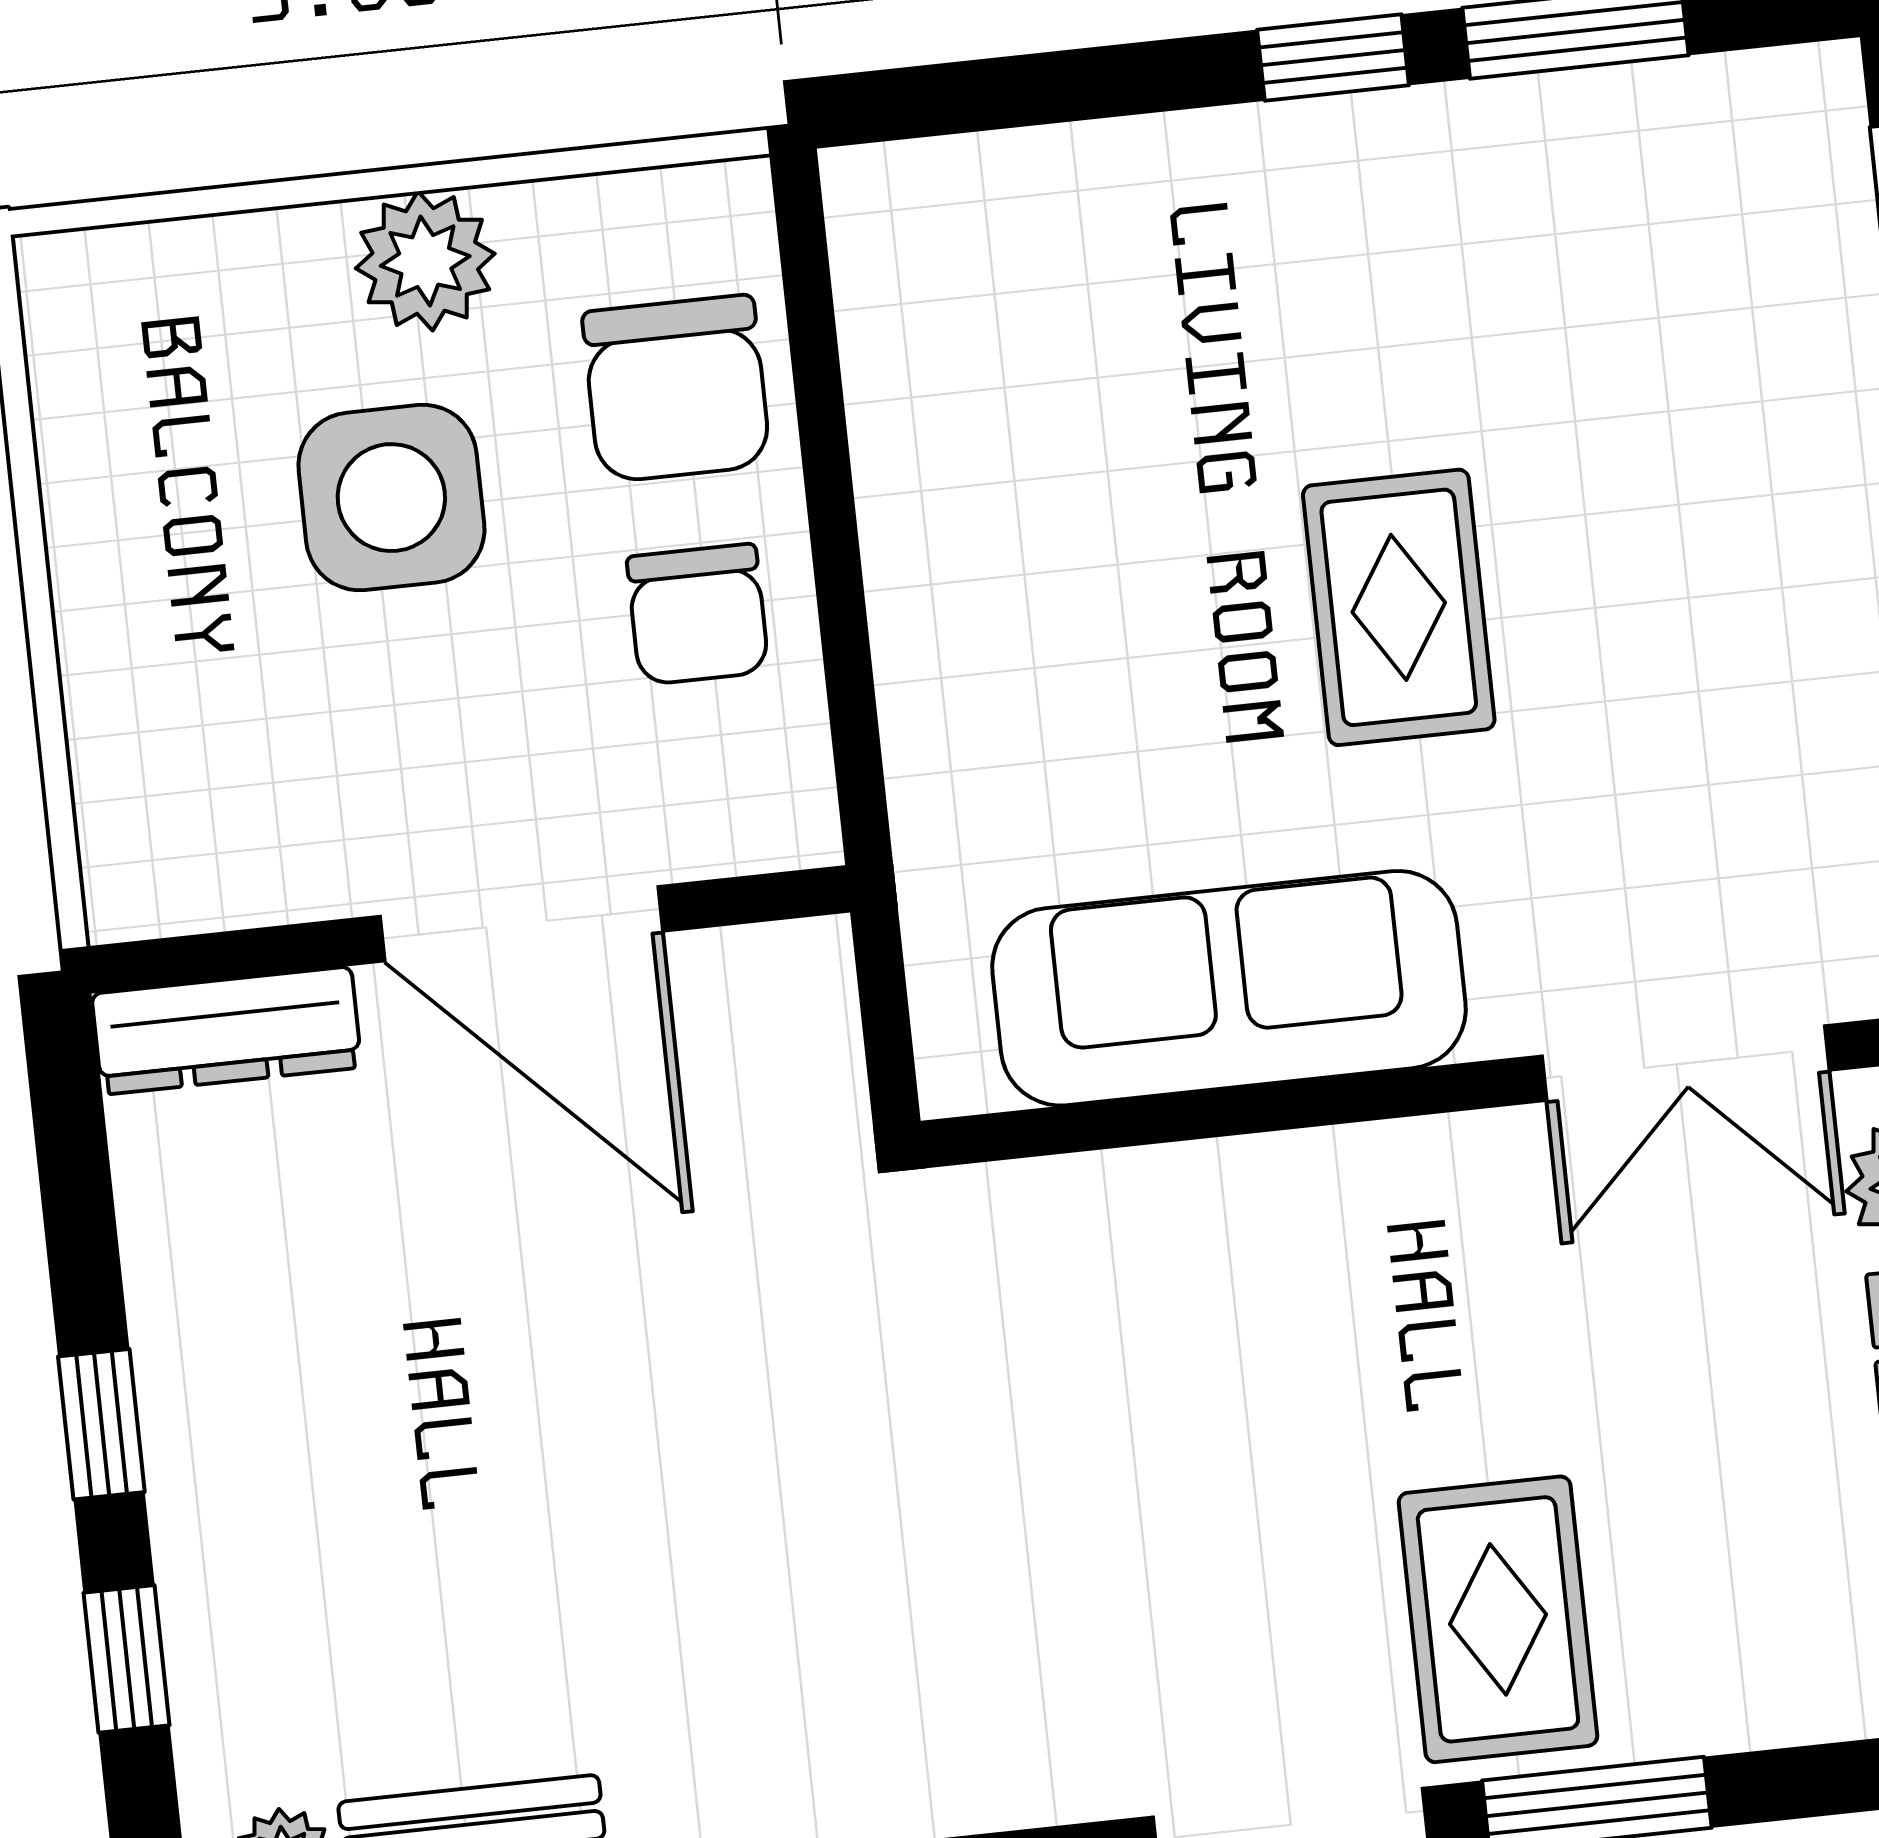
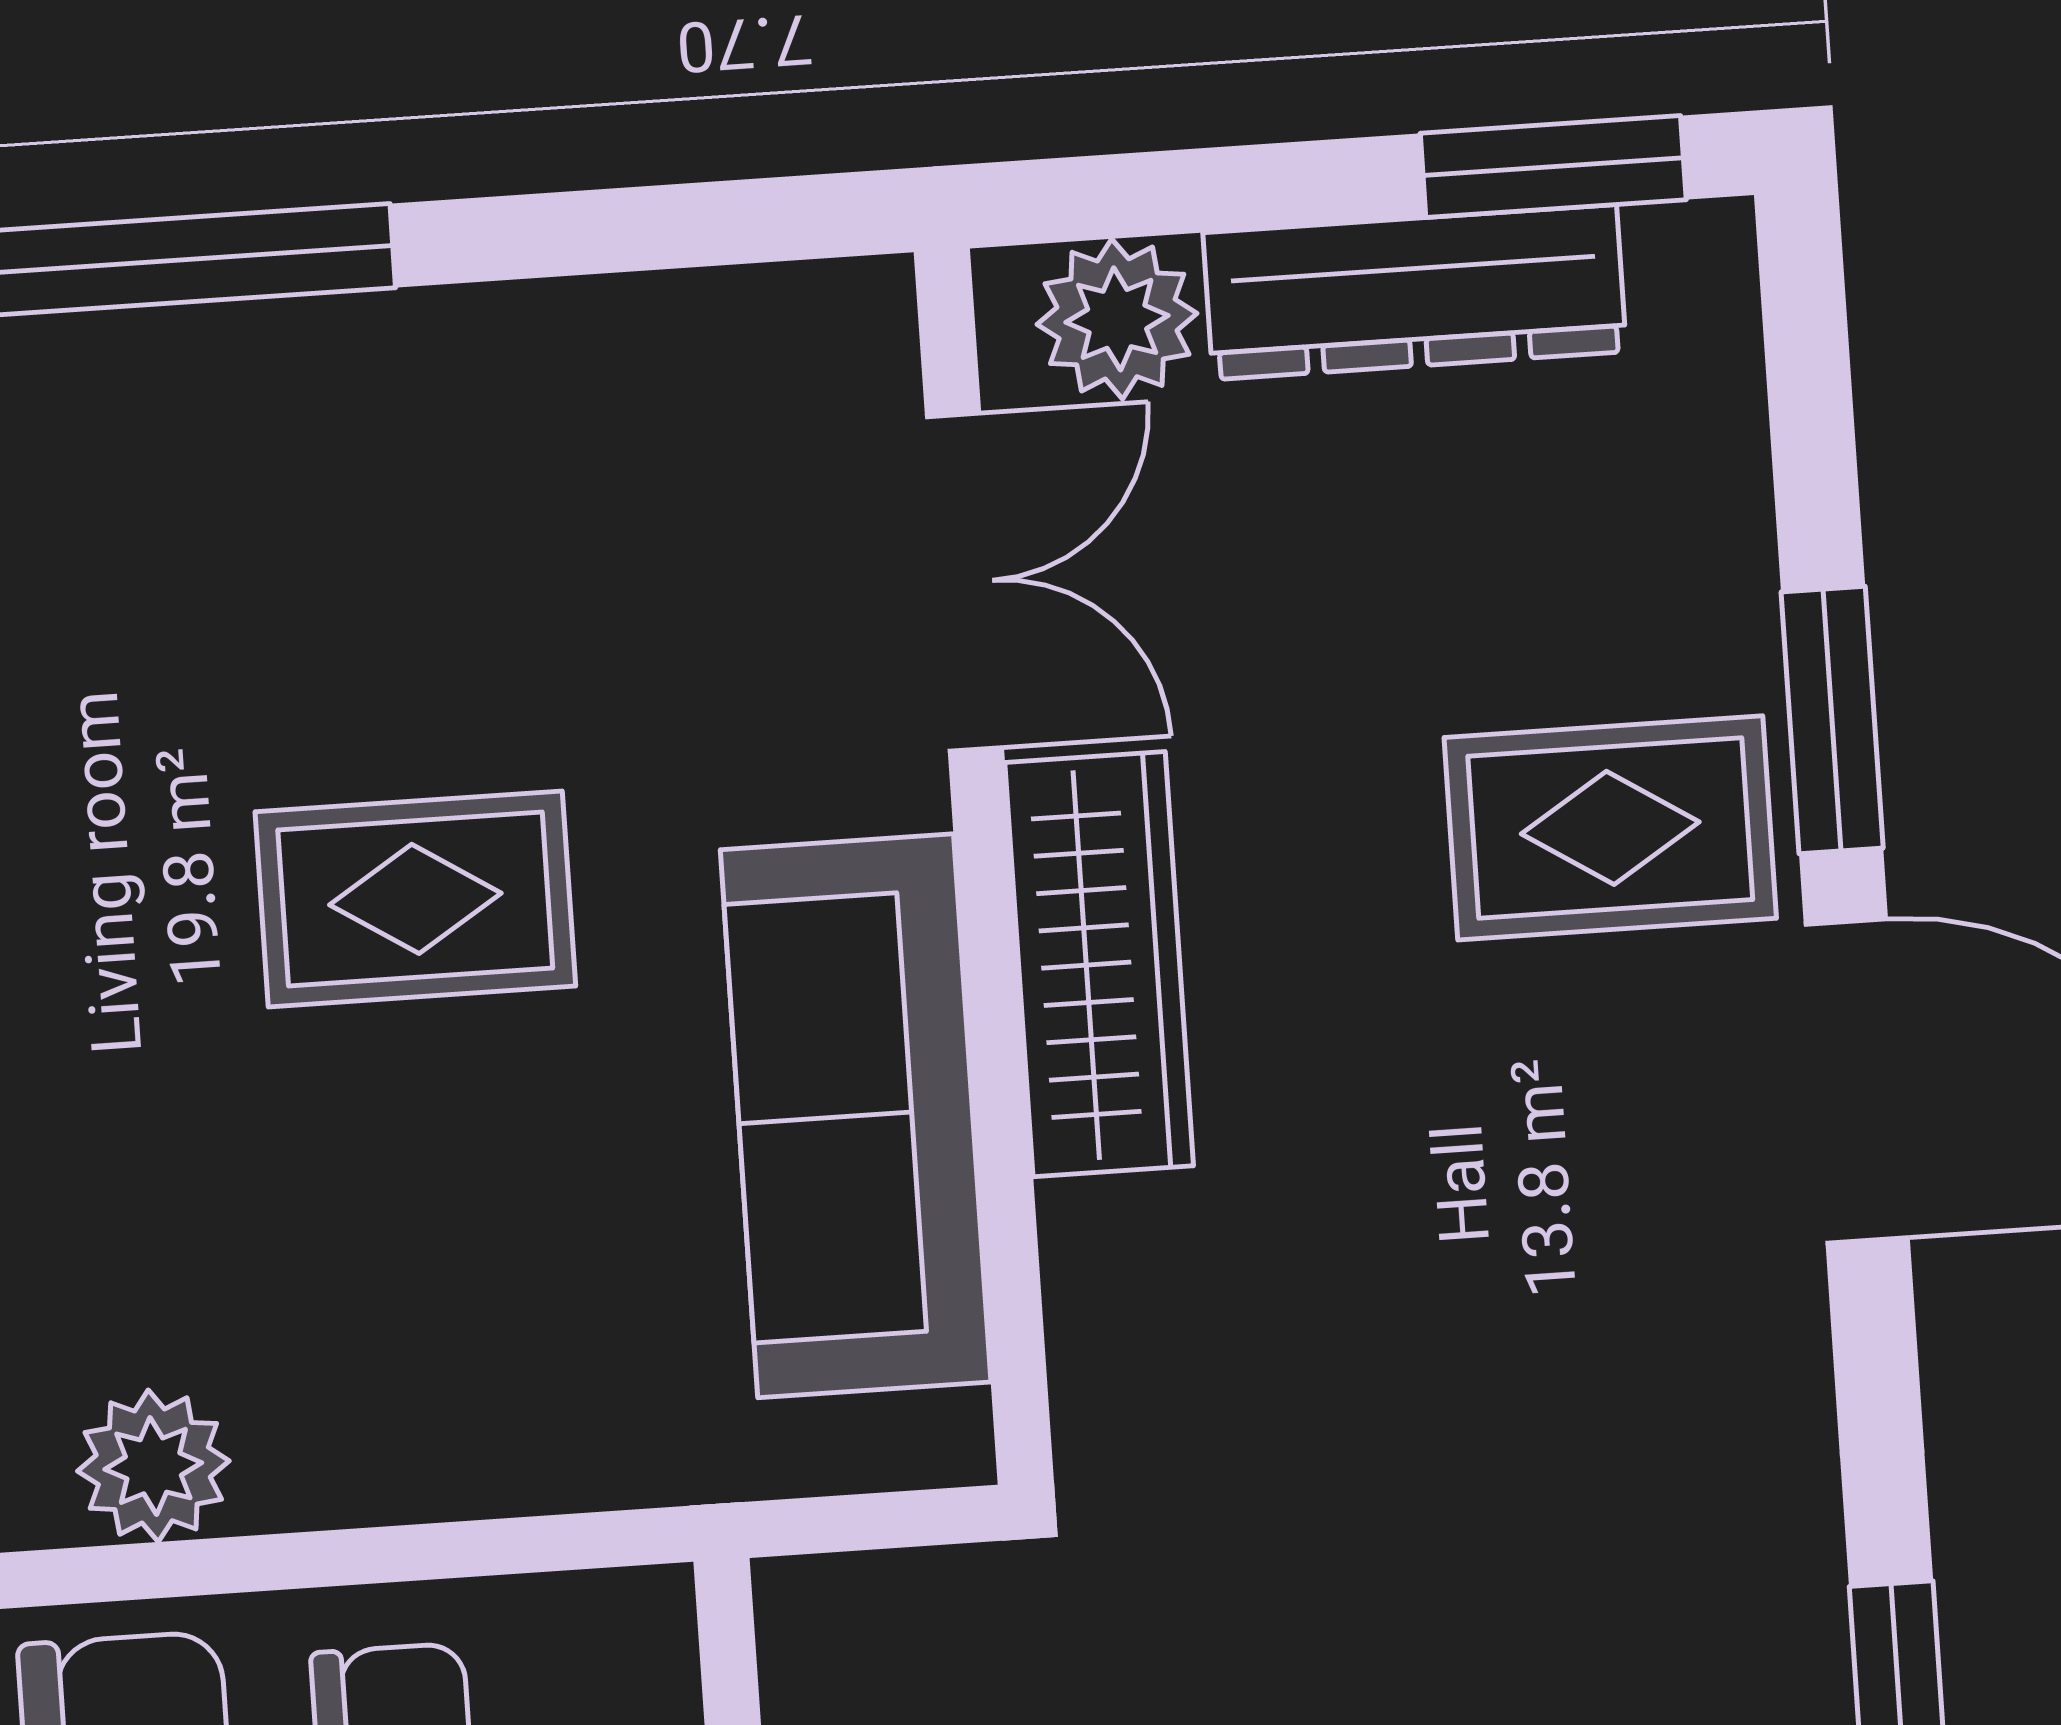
plant: (909, 403) -> (153, 1466), added
wardrobe: (1366, 1190) -> (1099, 964), added

